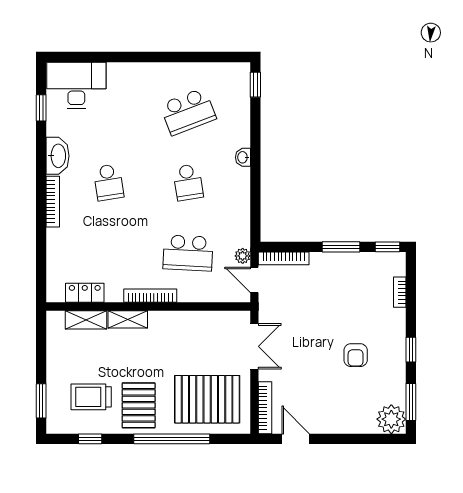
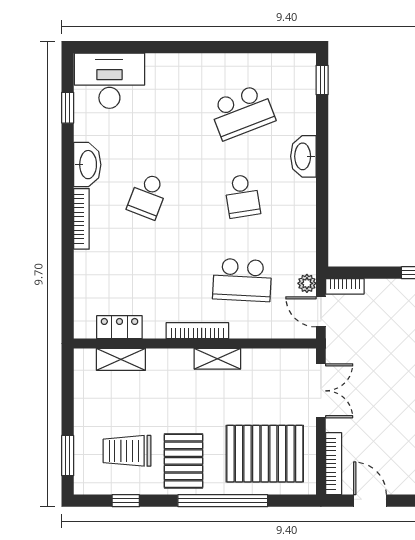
washbasin: (243, 157) -> (303, 156), width x1.91, depth x1.45
school desk: (108, 182) -> (148, 196), turned 30
bookcase: (284, 258) -> (345, 286), width x0.64
shelving: (128, 319) -> (217, 359), moved

